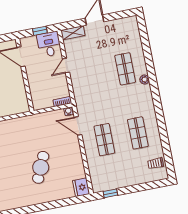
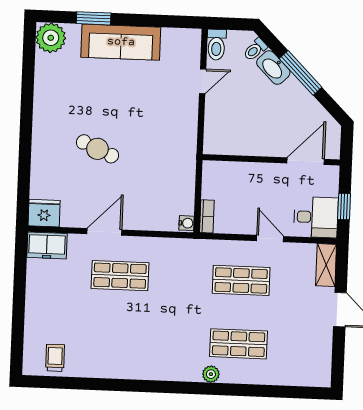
door: (78, 126) -> (104, 232), moved
shop shelf: (138, 133) -> (241, 280), moved
cafe table: (41, 167) -> (97, 149), width x0.73, depth x0.74
freezer: (98, 182) -> (47, 245), added
window: (110, 193) -> (20, 263), removed

